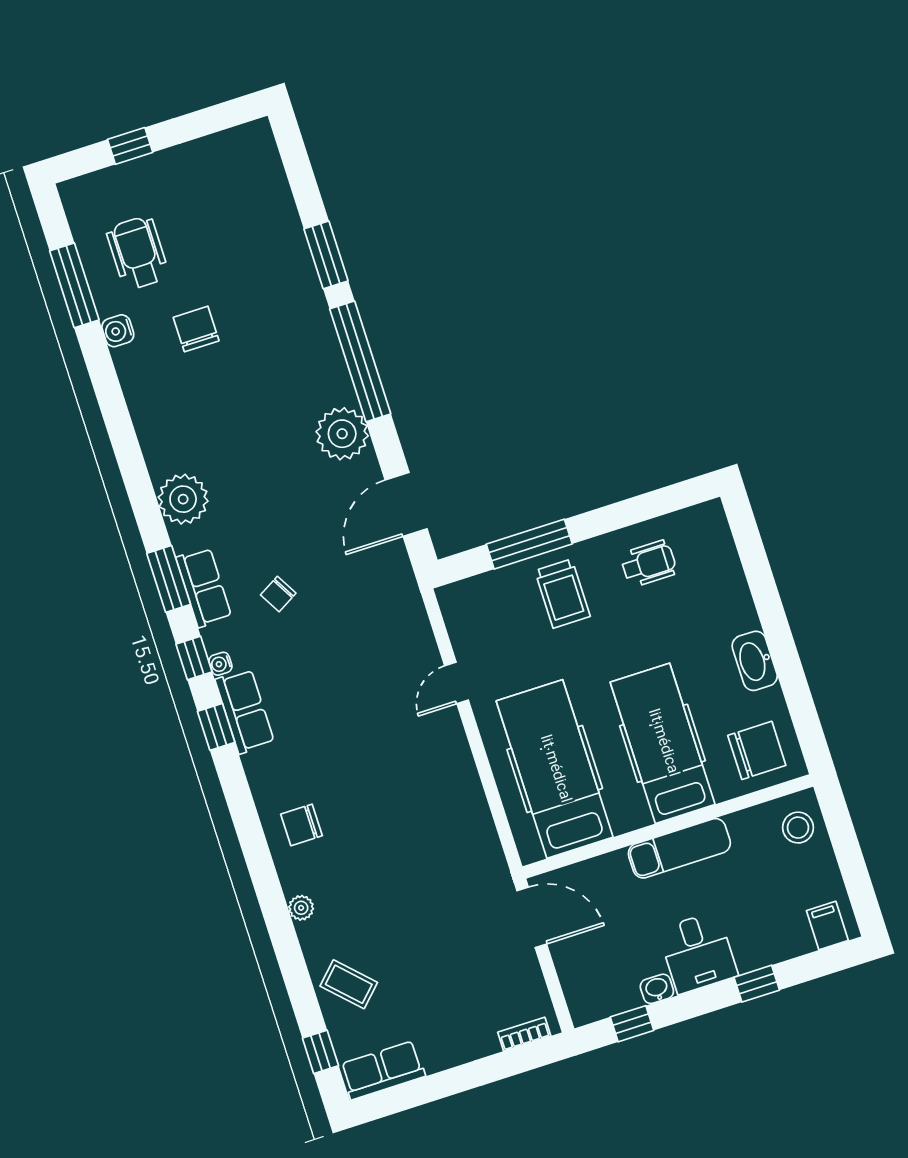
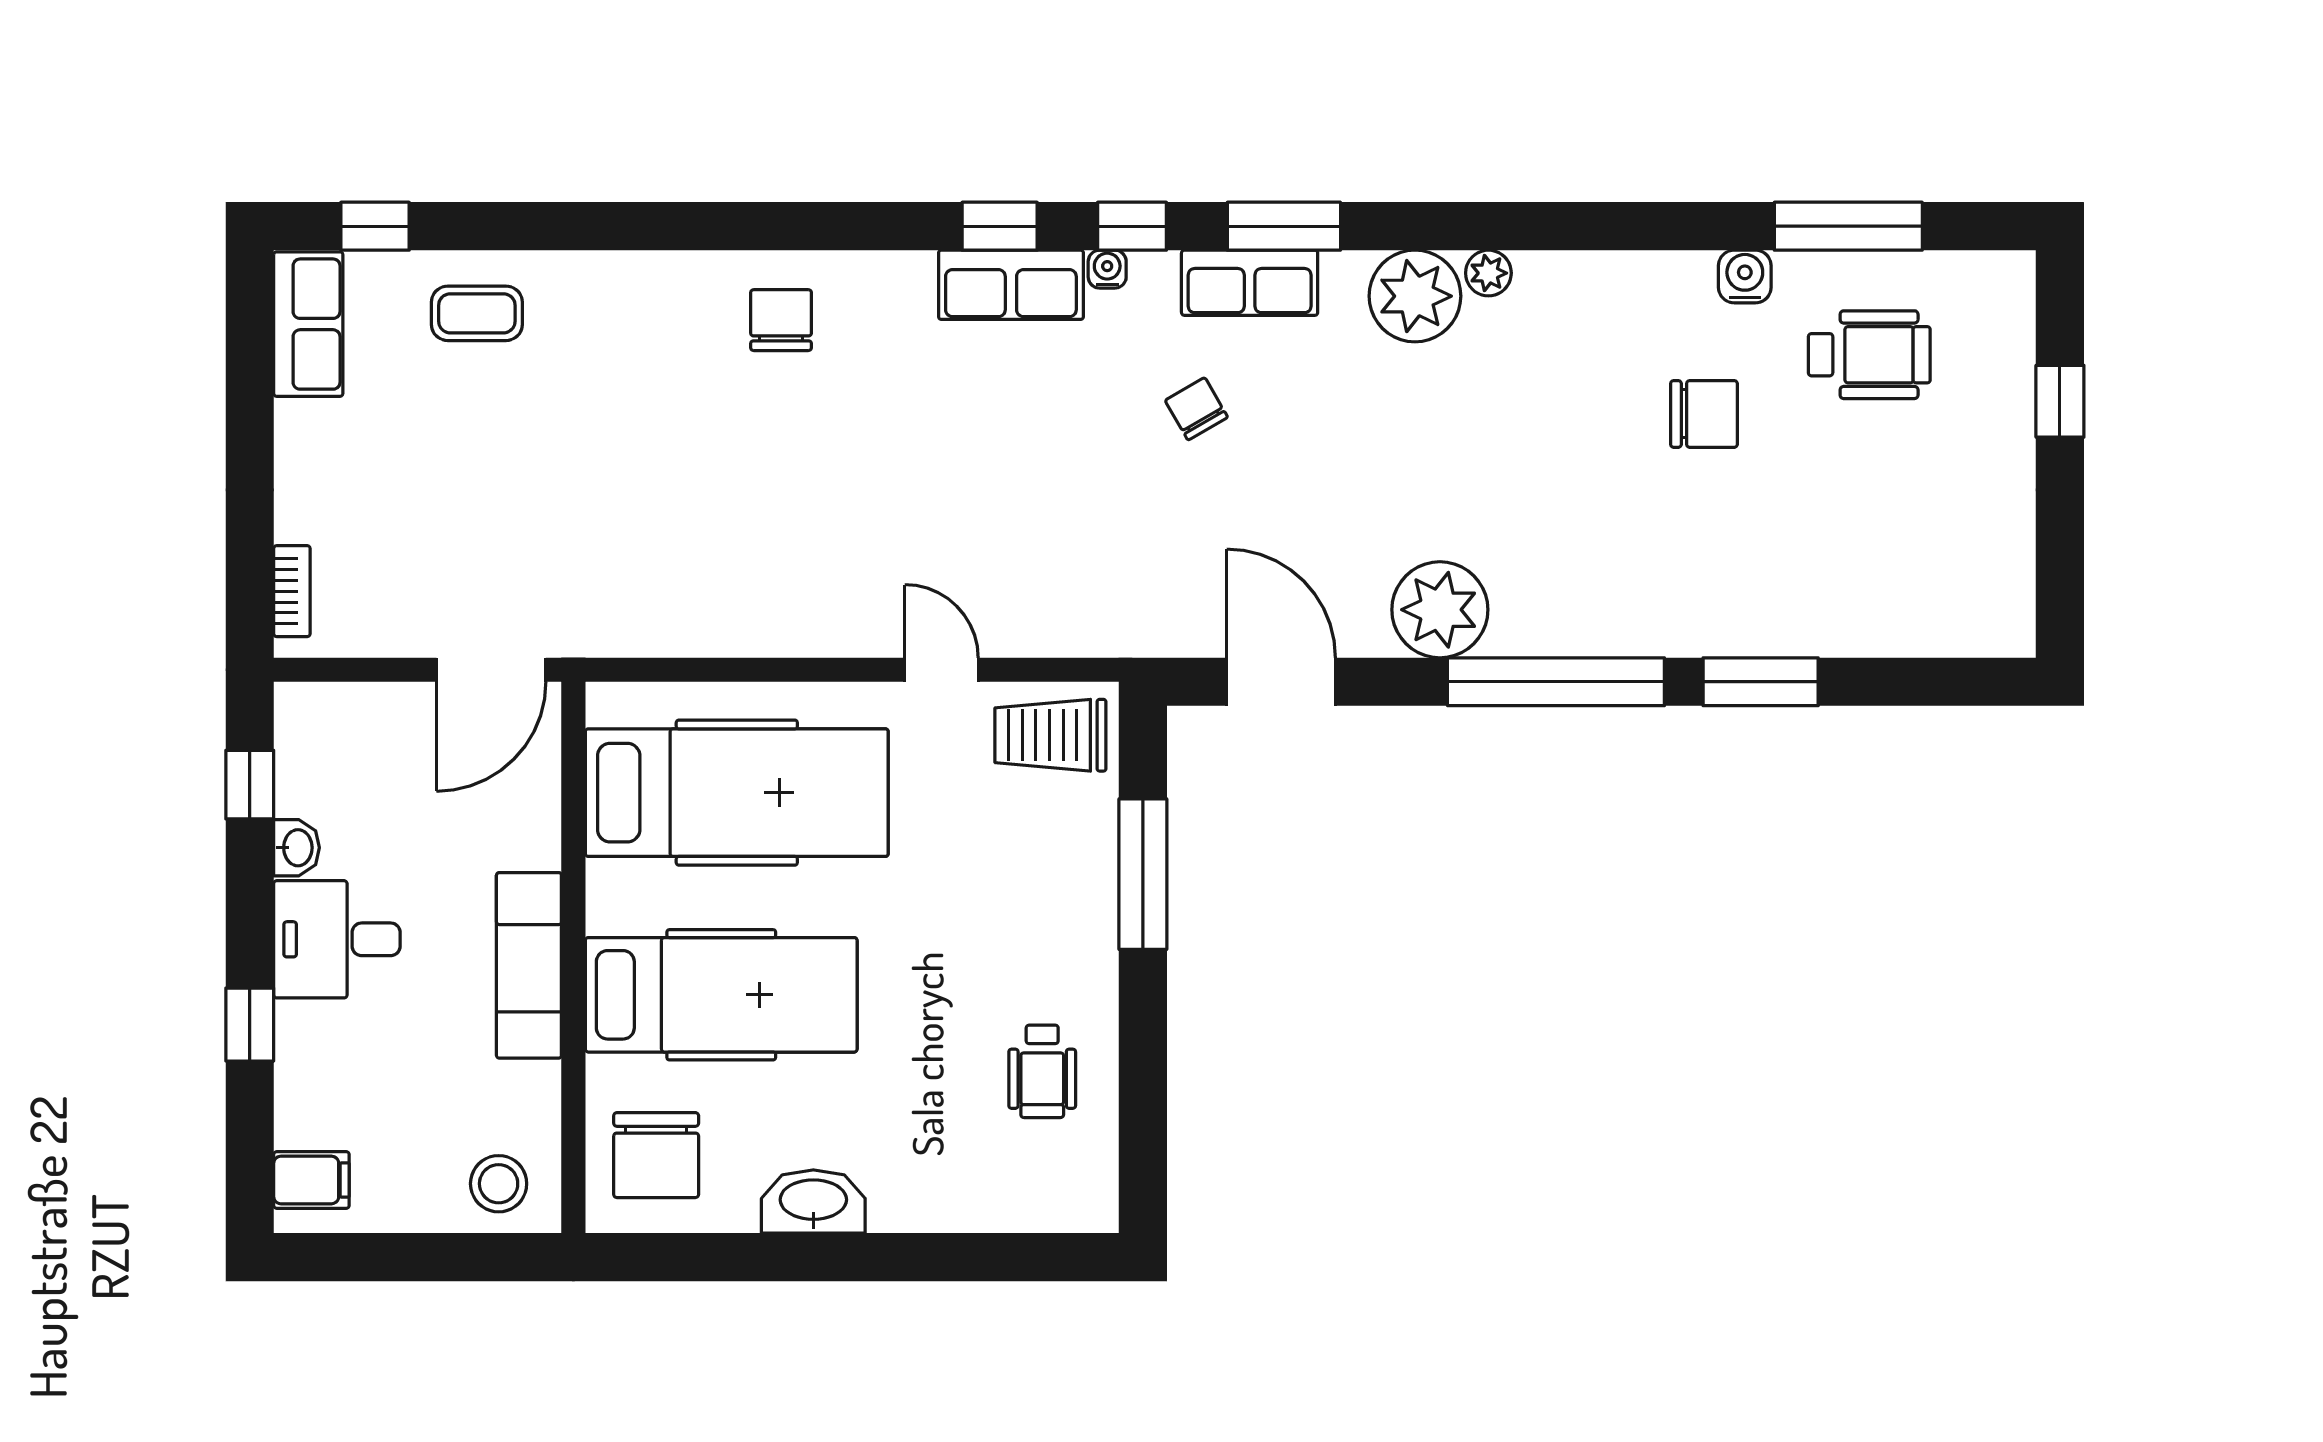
trolley: (562, 593) -> (1050, 735), moved
plant: (301, 908) -> (1488, 273), moved
coffee table: (349, 984) -> (477, 313), turned 45

